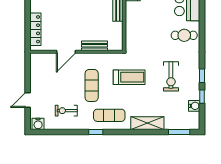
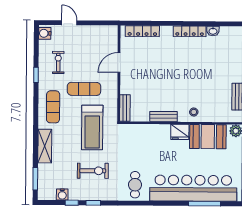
bench: (95, 46) -> (125, 108), moved
door: (66, 52) -> (119, 63), hinge flipped
exercise bike: (171, 76) -> (93, 171), turned 180
treadmill: (129, 77) -> (92, 127), width x1.37, depth x1.38
window: (96, 132) -> (36, 75), moved

